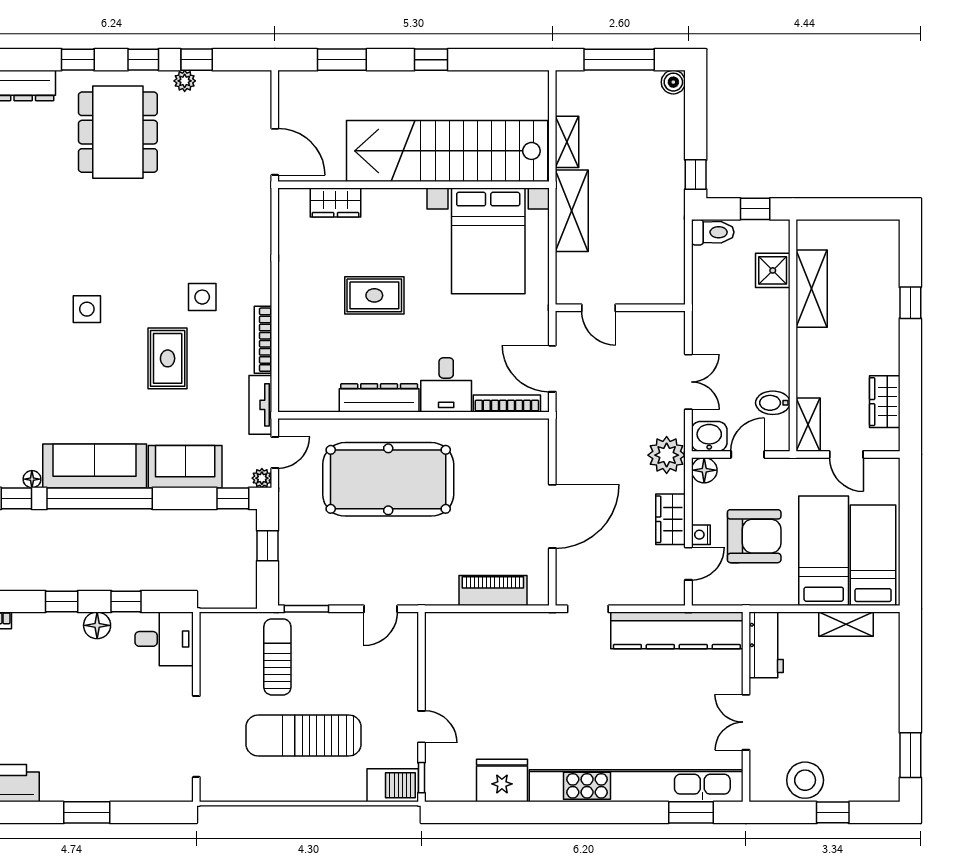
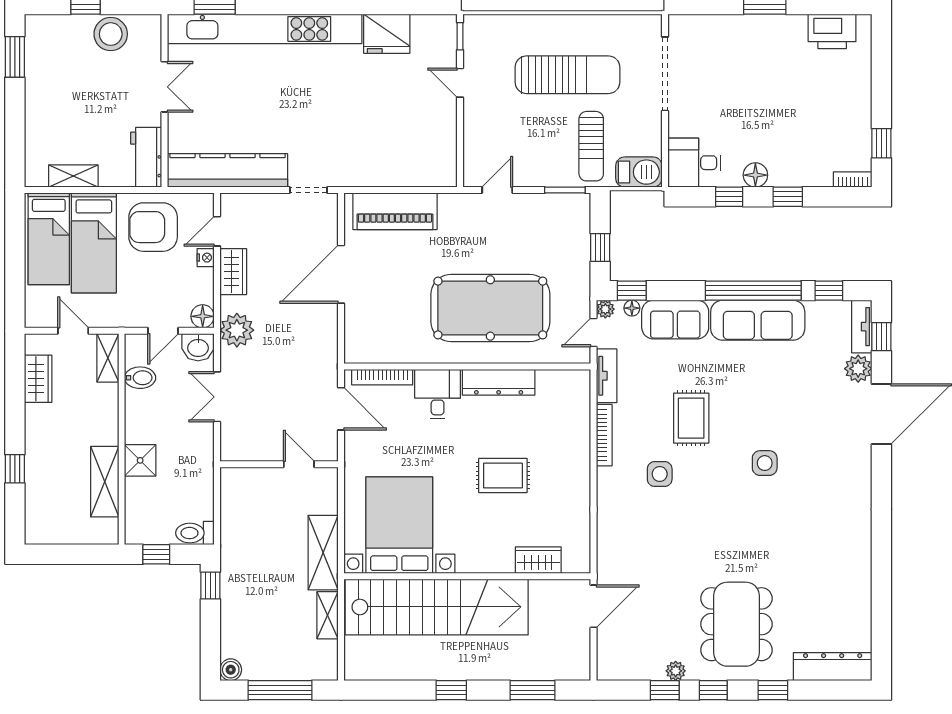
door: (275, 152) -> (594, 606), swing flipped
shower: (773, 270) -> (140, 460), moved
floor lamp: (32, 479) -> (632, 308), moved
armchair: (754, 536) -> (153, 227), moved
piano: (493, 591) -> (395, 211), width x1.37, depth x1.33
barbecue: (393, 785) -> (639, 172), moved, turned 180

